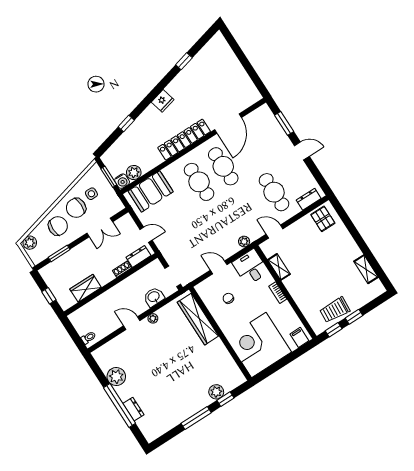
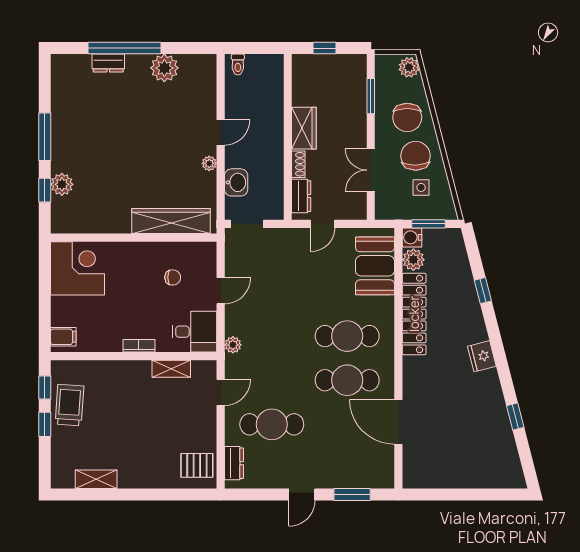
locker: (184, 140) -> (414, 314), moved
wardrobe: (86, 288) -> (304, 128), moved
corner desk: (259, 345) -> (77, 268), width x0.74, depth x0.74

